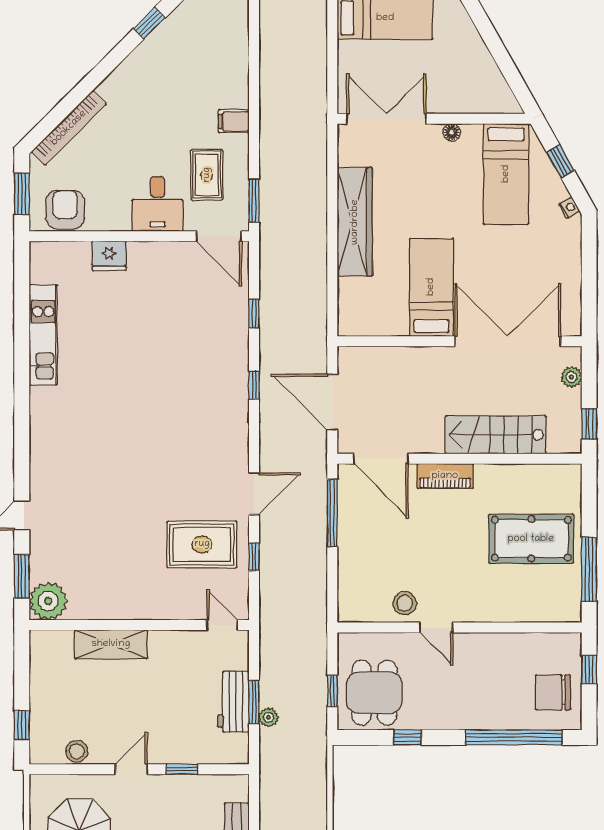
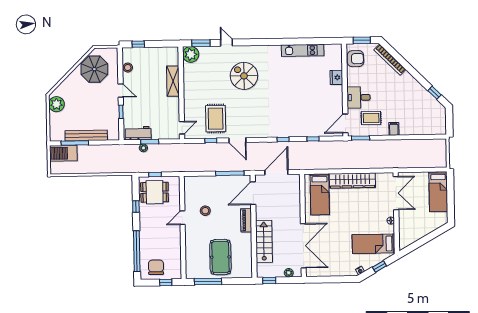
bed: (431, 287) -> (320, 194), moved, turned 90
spiral stairs: (102, 475) -> (244, 76), added
stool: (405, 603) -> (205, 211), moved
workbench: (233, 702) -> (138, 133), moved

